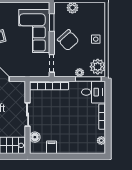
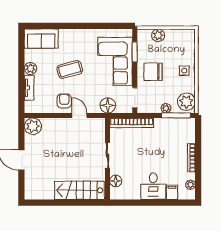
chair: (68, 40) -> (153, 72), turned 132
floor lamp: (28, 70) -> (108, 105), added
desk: (94, 92) -> (153, 186), moved, turned 90
filing cabinet: (52, 147) -> (172, 192), moved

